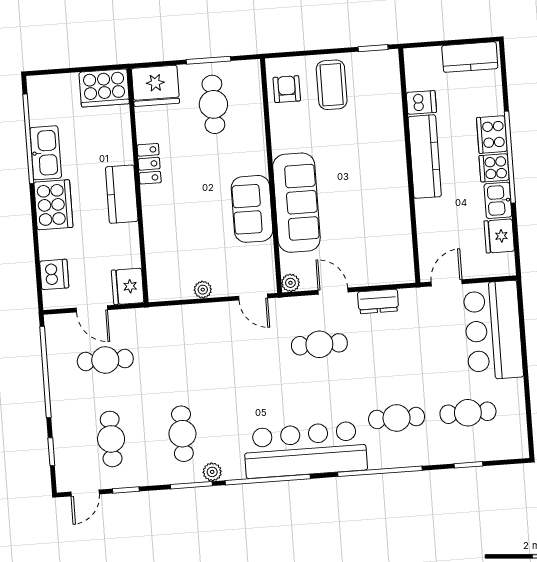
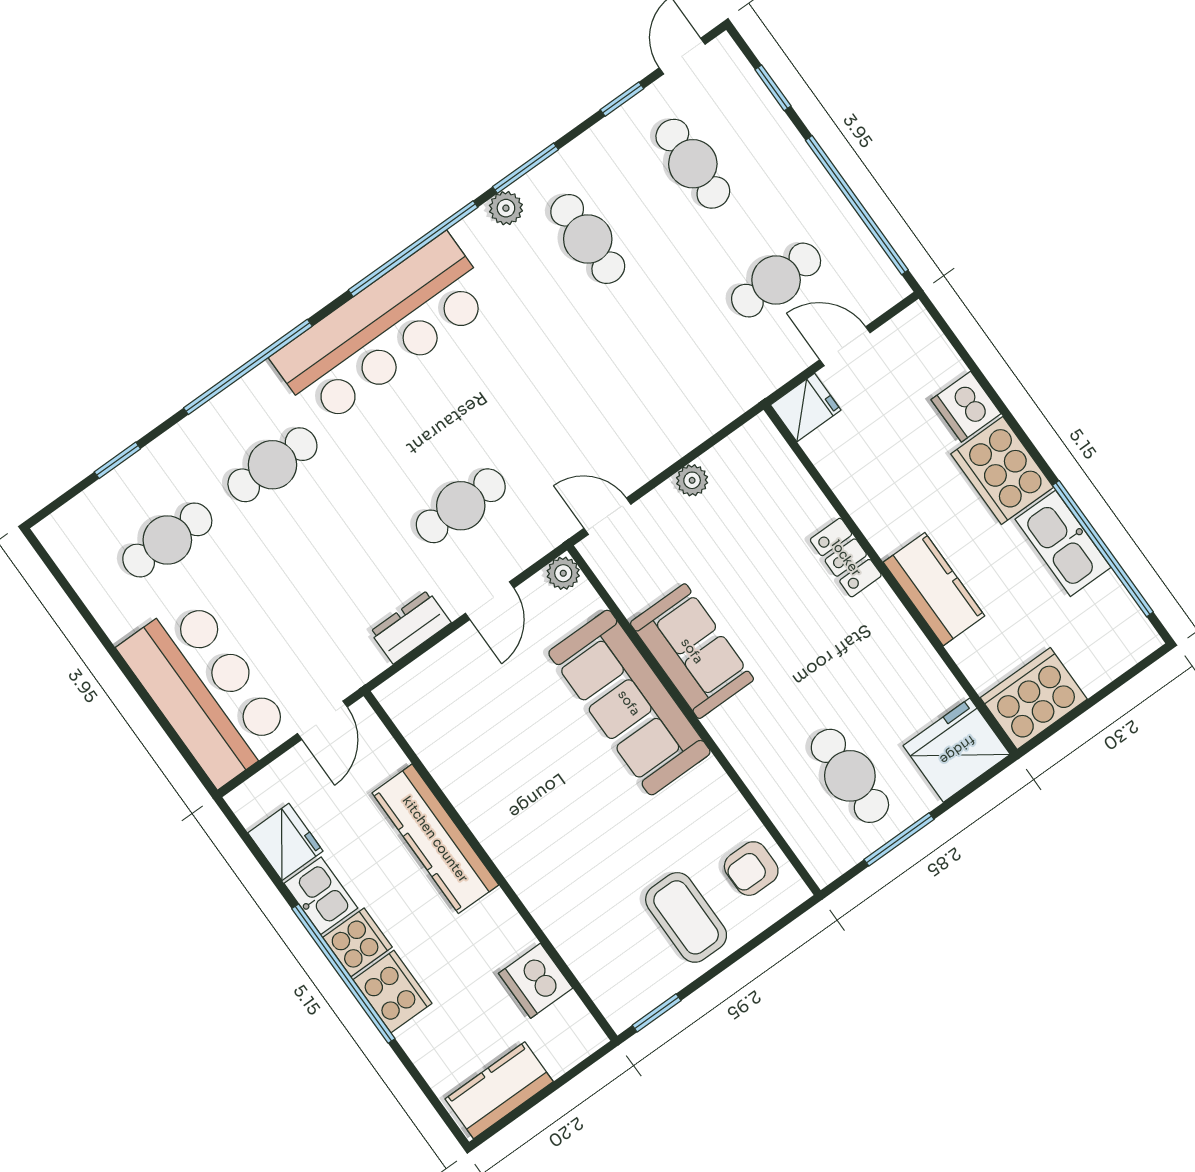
armchair: (287, 89) -> (751, 869), turned 90
dishwasher: (421, 102) -> (536, 981), width x1.38
kitchen counter: (425, 157) -> (435, 839), moved
locker: (149, 164) -> (846, 558), moved
kitchen counter: (122, 194) -> (934, 589), moved
dishwasher: (54, 274) -> (966, 407), moved
fridge: (128, 286) -> (806, 407), width x0.72
door: (333, 291) -> (490, 601), hinge flipped

